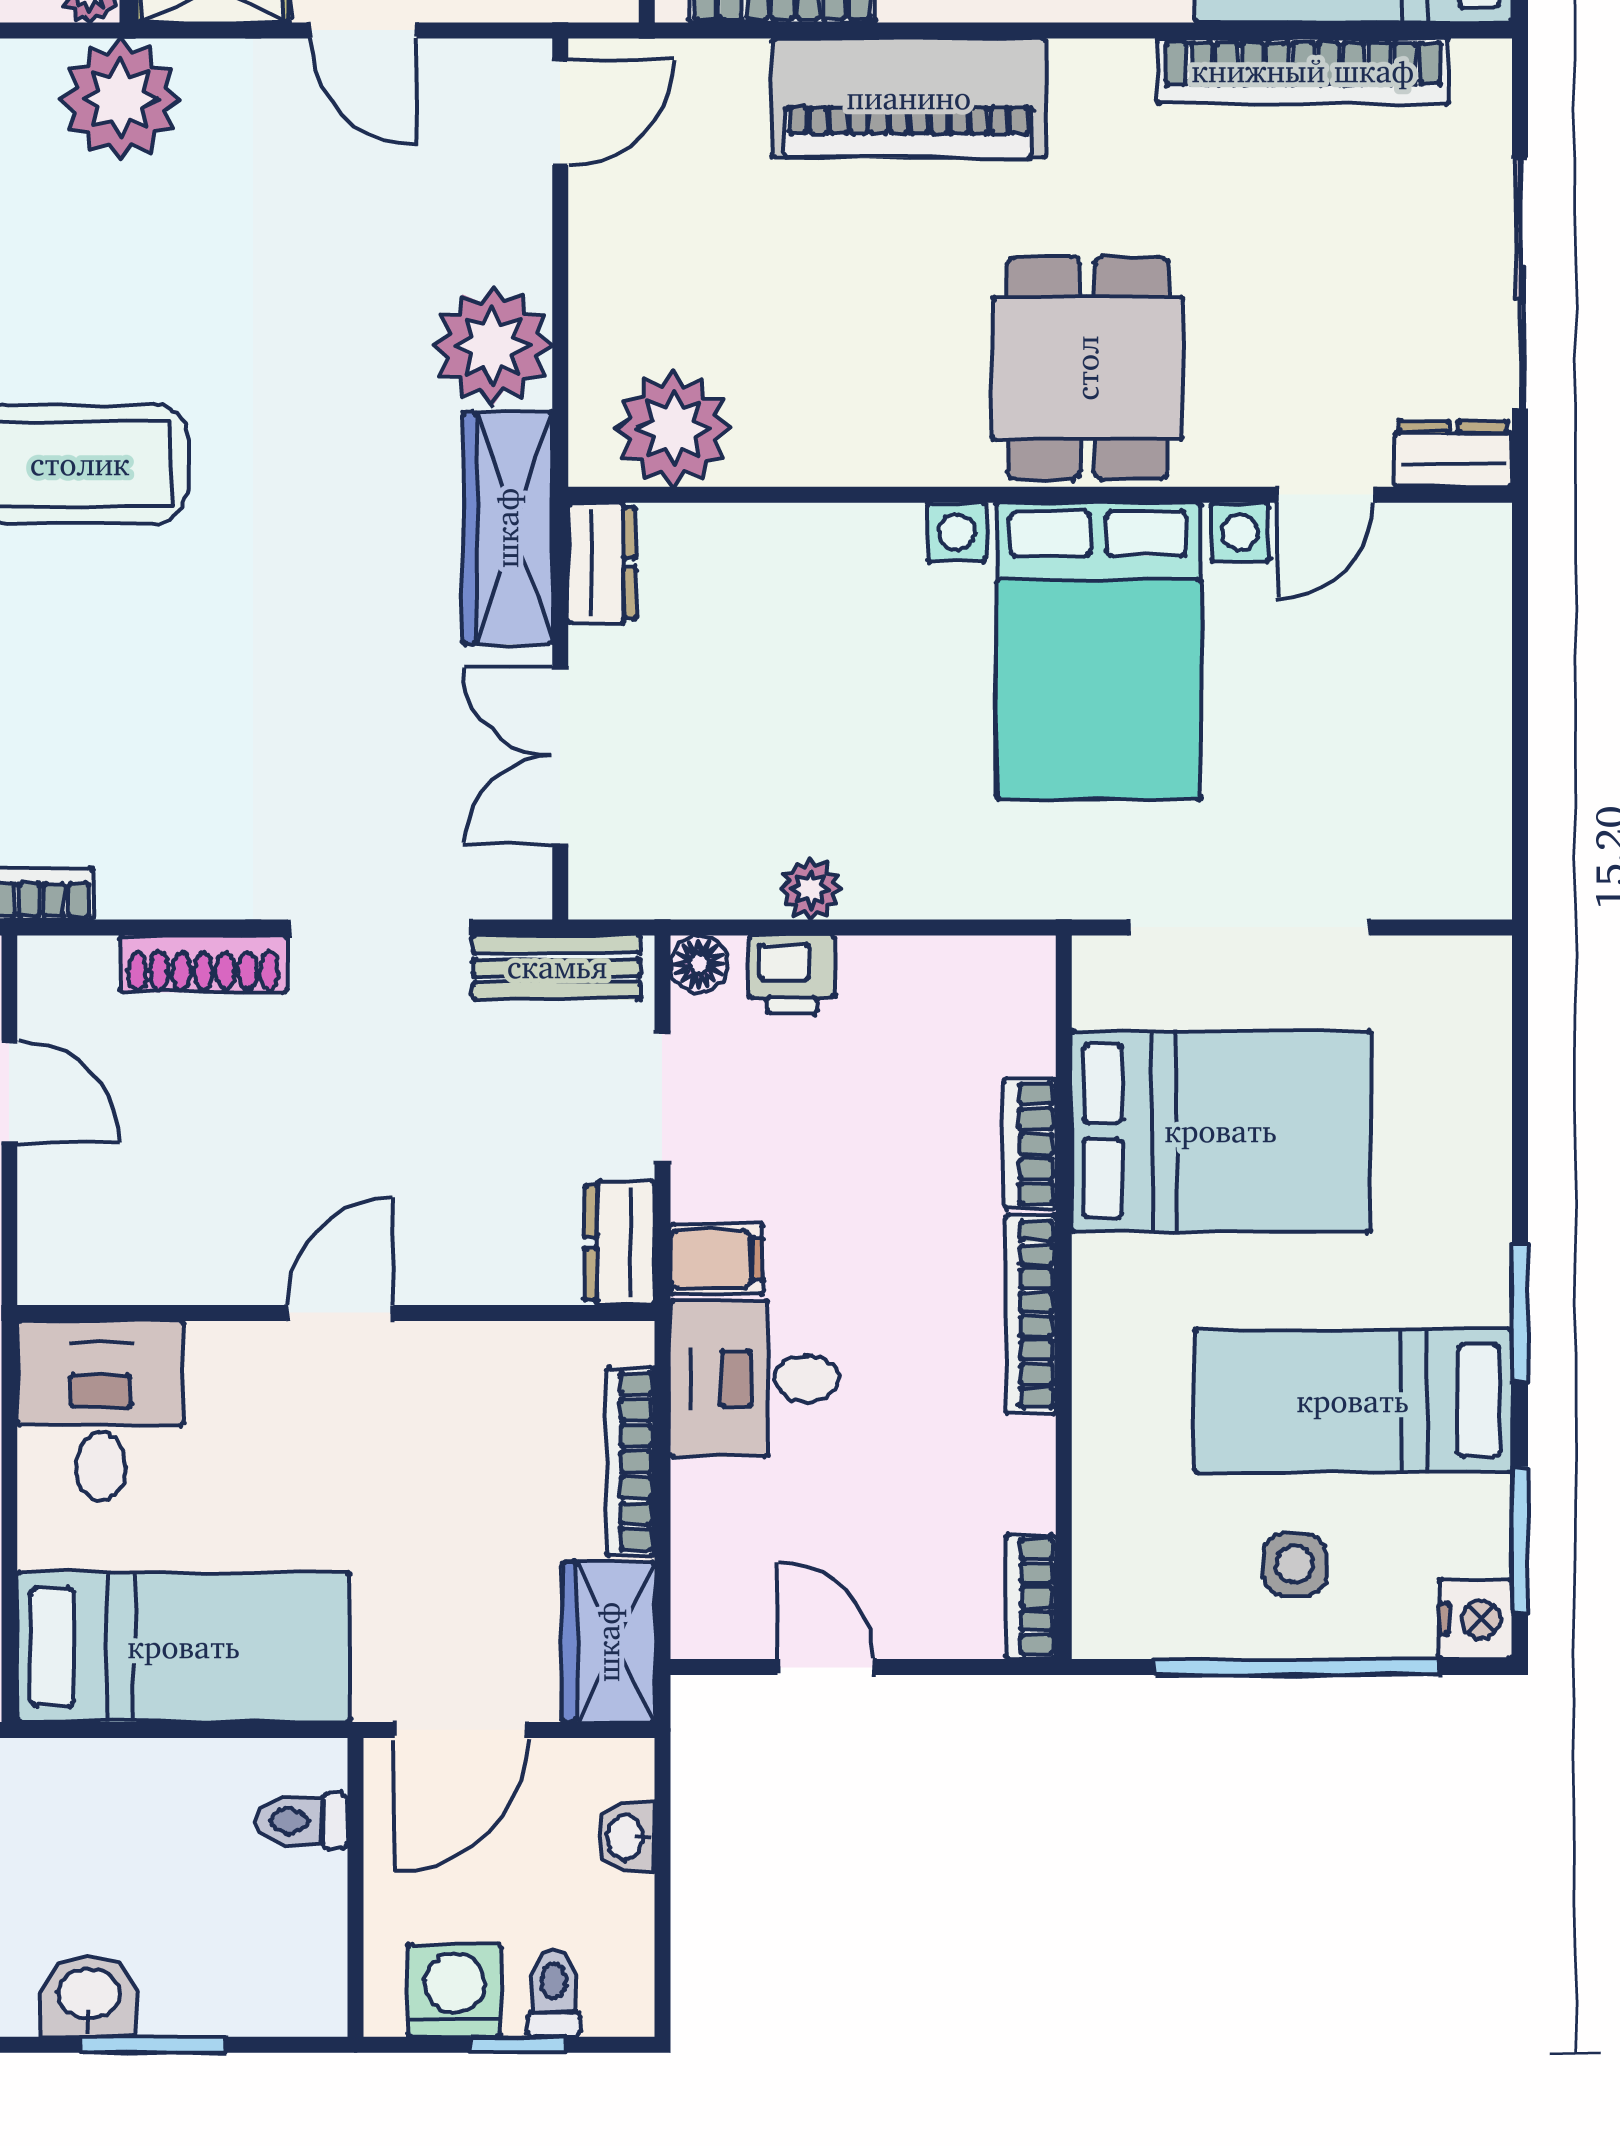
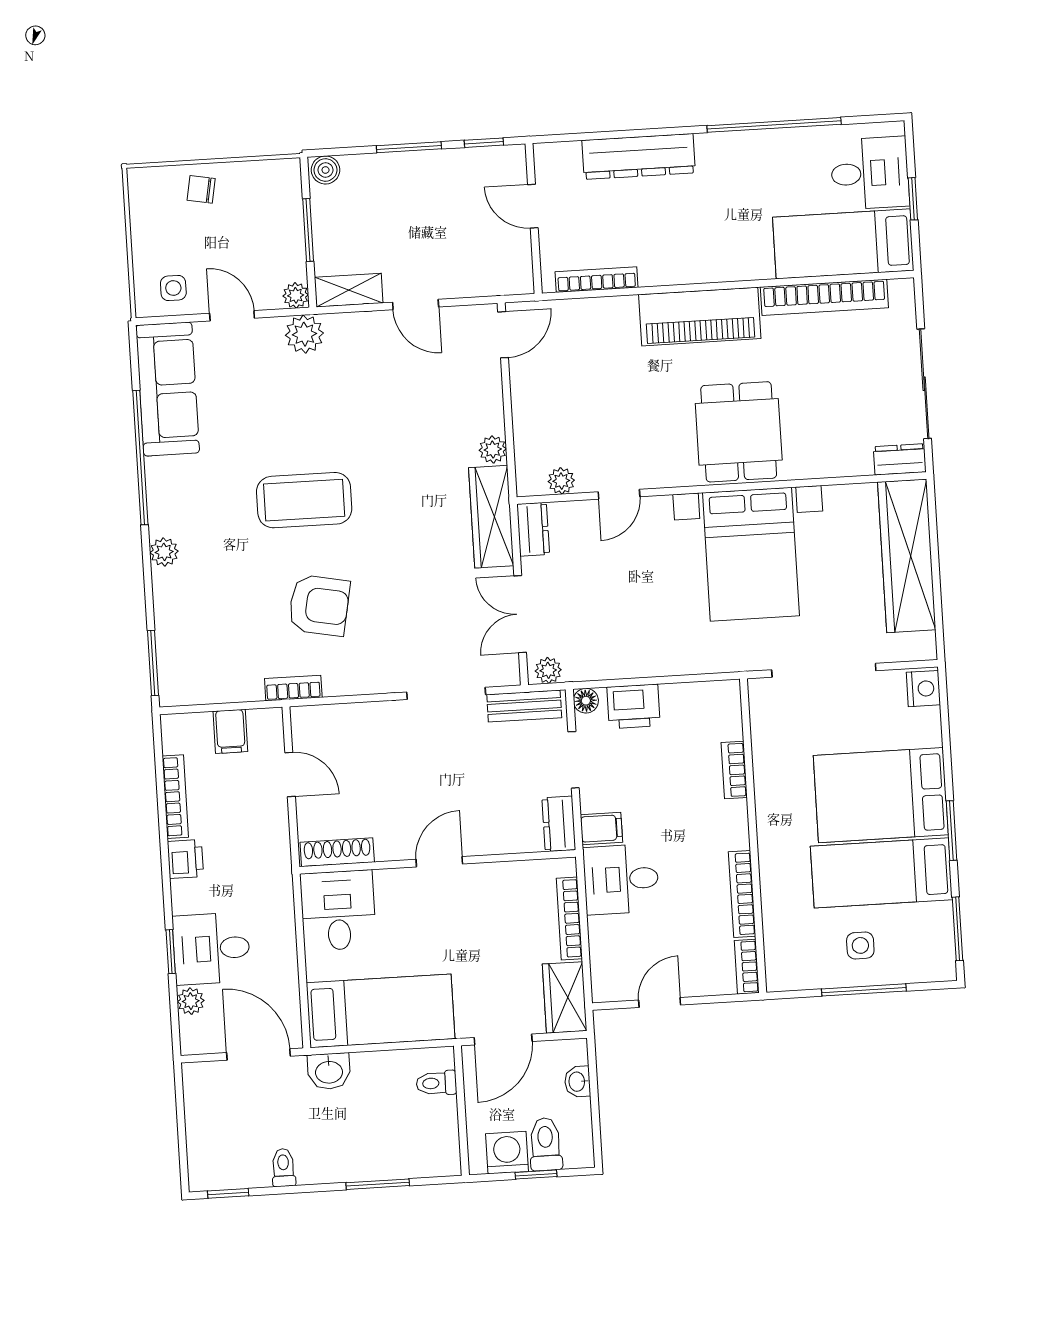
piano: (909, 98) -> (700, 317), moved
plant: (120, 99) -> (304, 334), width x0.73, depth x0.73
plant: (492, 346) -> (493, 449), width x0.53, depth x0.53
plant: (673, 429) -> (561, 481), width x0.53, depth x0.53
door: (1325, 495) -> (619, 494), moved
wardrobe: (1456, 677) -> (907, 556), added
armchair: (100, 707) -> (319, 605), added
plant: (811, 889) -> (548, 670), moved
shoe rack: (203, 964) -> (337, 852), moved, turned 180
printer: (792, 974) -> (633, 706), width x1.36, depth x1.24
bed: (1221, 1131) -> (881, 795), moved, turned 180
bookcase: (1031, 1314) -> (742, 894), moved
nightstand: (1475, 1619) -> (923, 689), moved
door: (826, 1667) -> (660, 1002), hinge flipped
window: (1296, 1667) -> (864, 990), width x0.68
toilet: (554, 1993) -> (546, 1144), width x1.37, depth x1.39
washbasin: (89, 1996) -> (329, 1071), moved, turned 180

